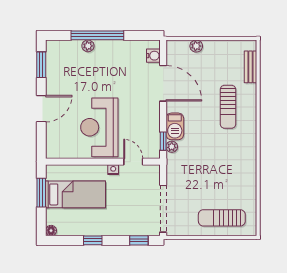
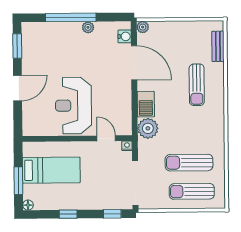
plant: (88, 46) -> (88, 27), moved
plant: (196, 46) -> (143, 27), moved
window: (163, 141) -> (135, 118), removed
plant: (172, 147) -> (148, 128), width x1.88, depth x1.88
nightstand: (113, 170) -> (127, 146), moved
sun lounger: (219, 188) -> (189, 163), added
window: (41, 193) -> (18, 181), moved

